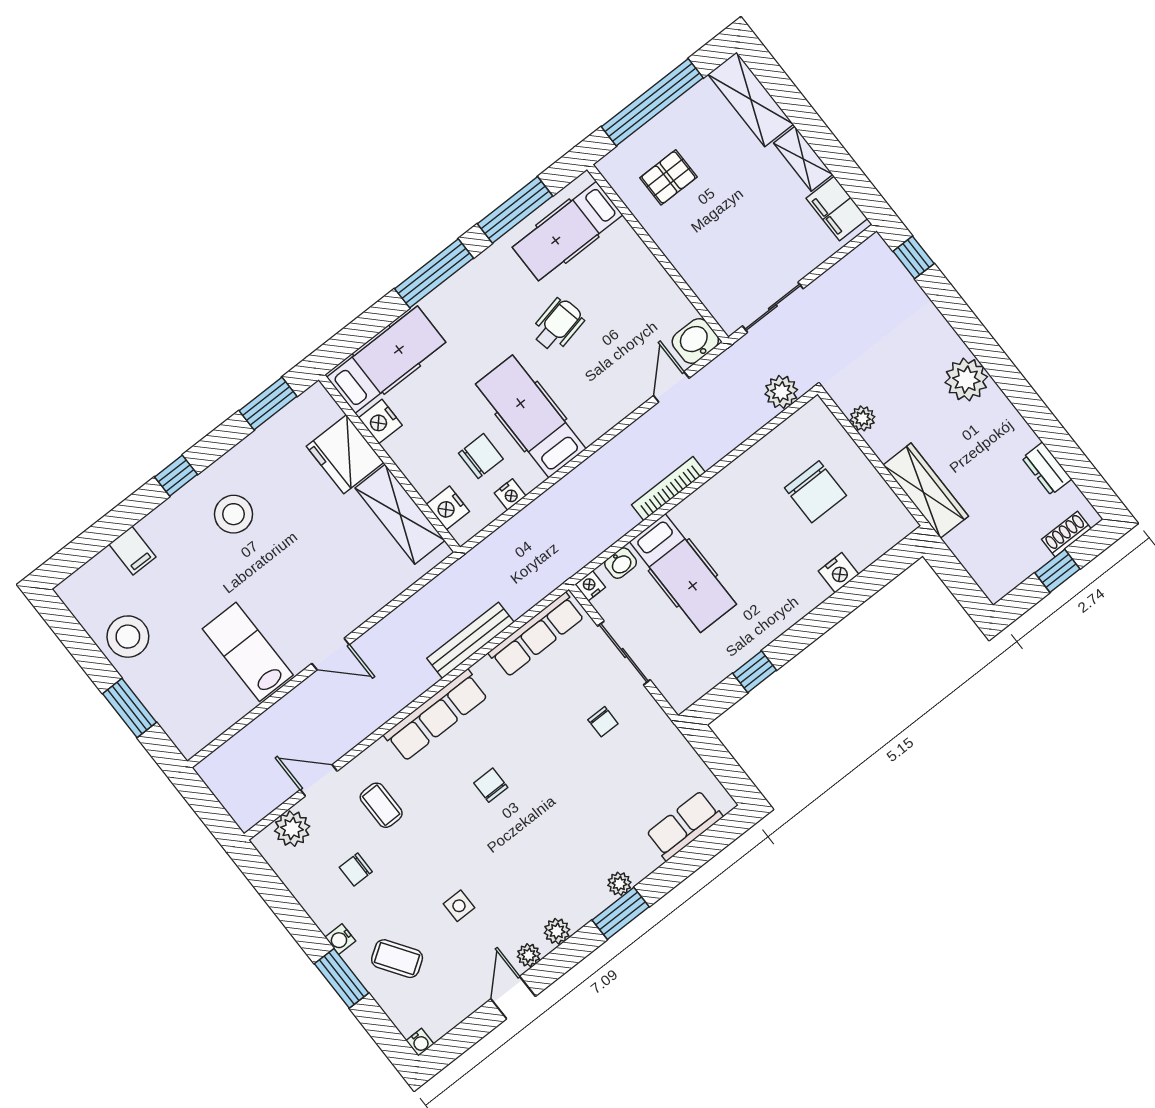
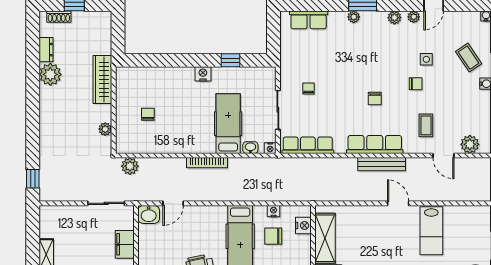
filing cabinet: (837, 209) -> (125, 244), moved, turned 180
plant: (966, 380) -> (50, 74), moved
chair: (815, 492) -> (148, 114), width x0.54, depth x0.54
nightstand: (839, 573) -> (203, 74), moved
bench: (471, 640) -> (382, 164), moved
chair: (356, 869) -> (416, 84), moved

